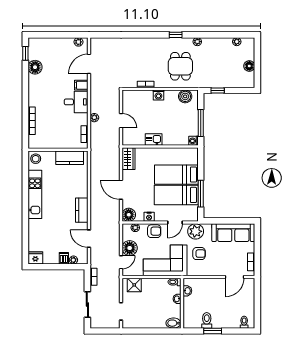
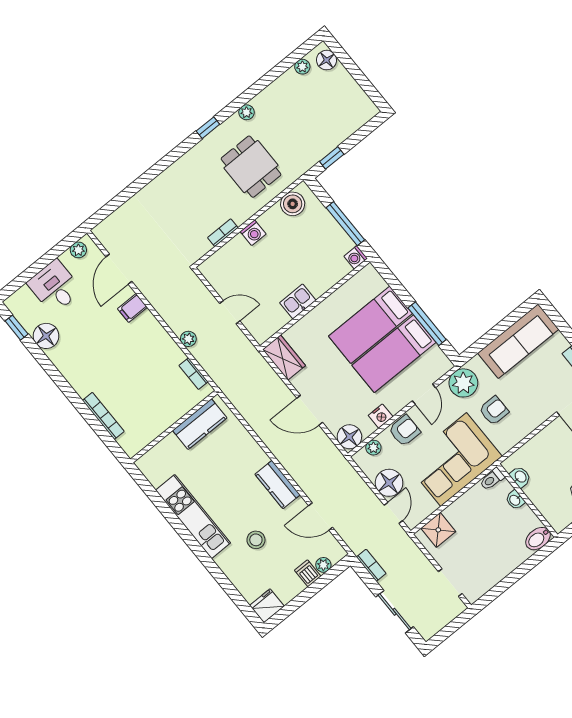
floor lamp: (249, 66) -> (327, 60), moved
desk: (76, 102) -> (55, 287), moved, turned -90
stool: (36, 159) -> (256, 540), moved

